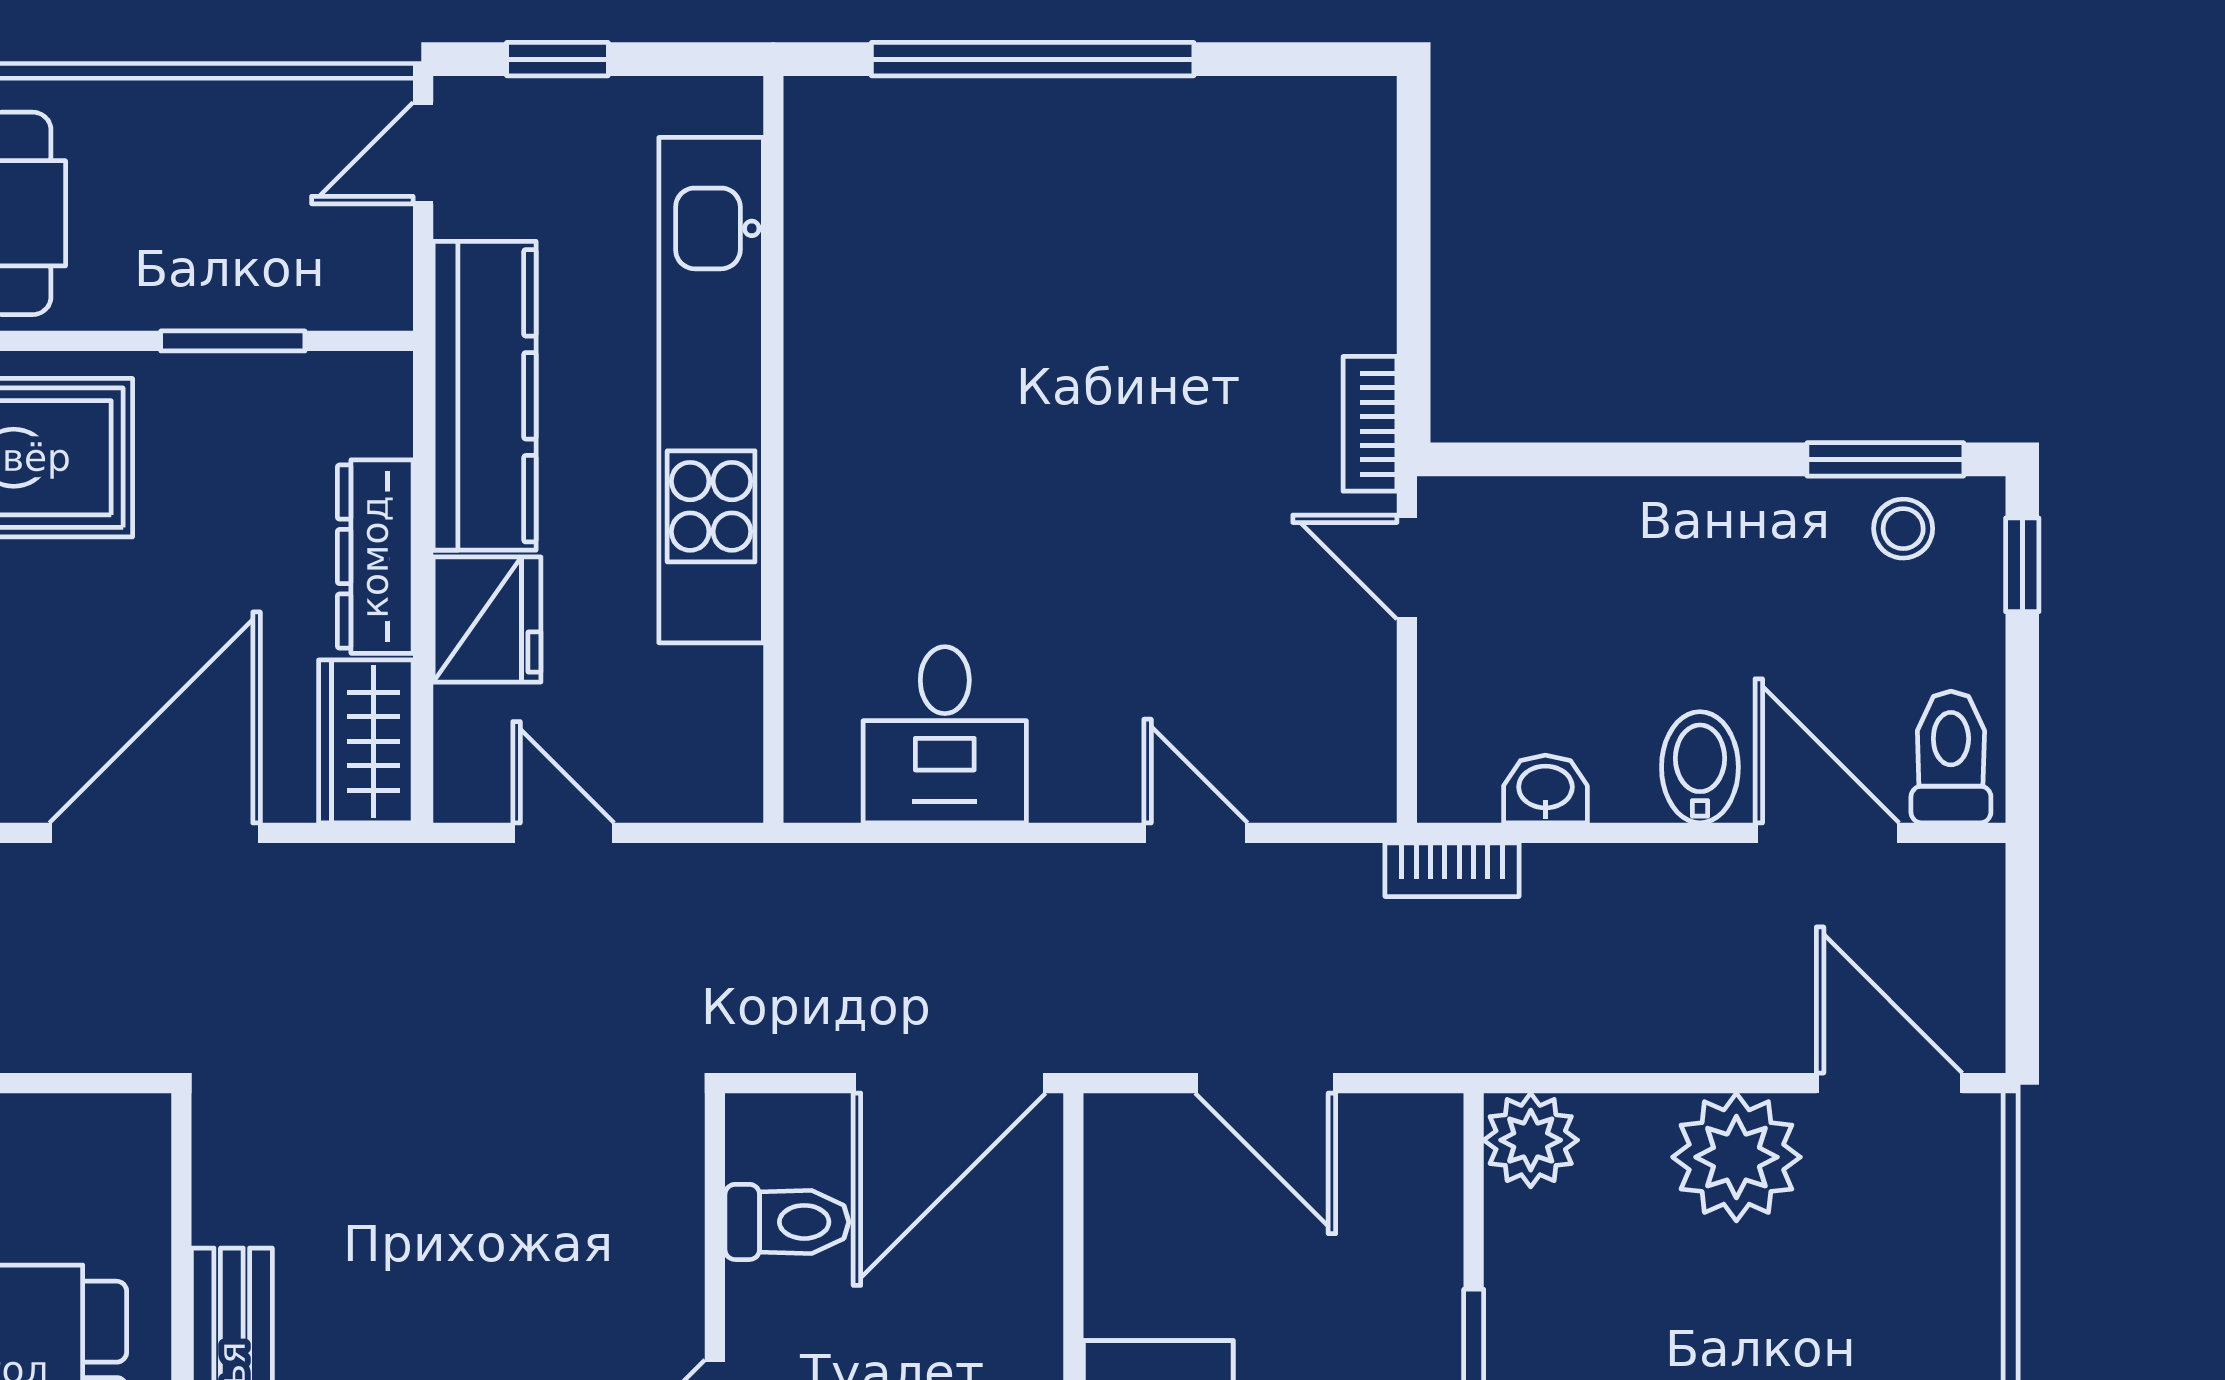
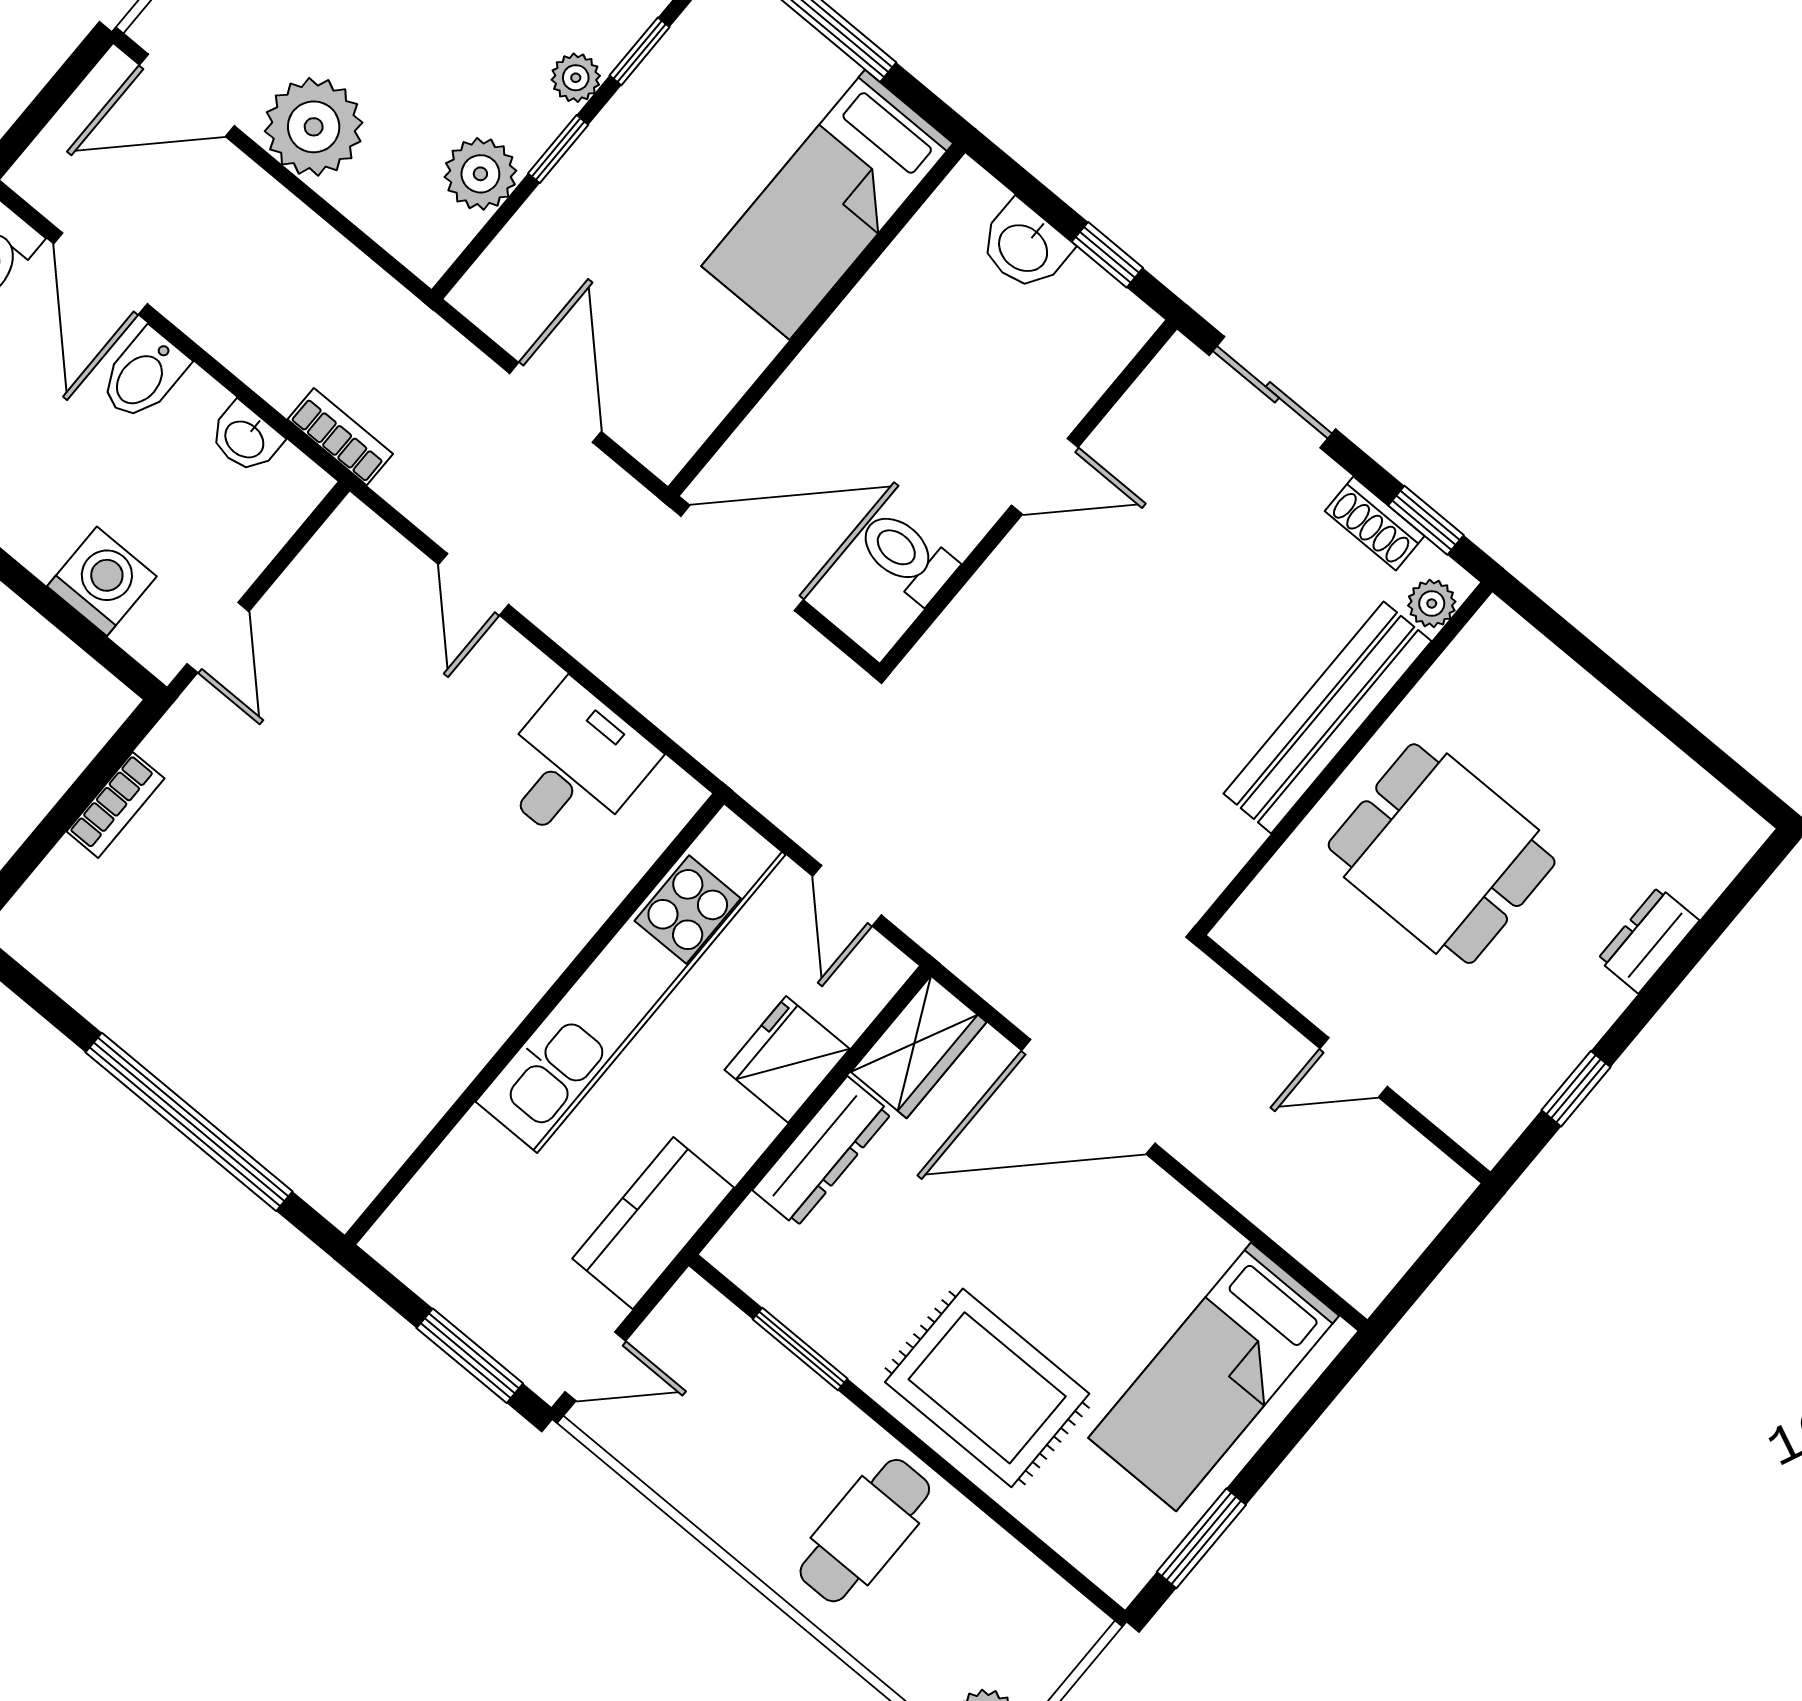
window: (557, 59) -> (470, 1356), width x1.50
kitchen unit: (711, 390) -> (631, 978), moved
kitchen counter: (485, 396) -> (653, 1223), width x0.67
bookcase: (1370, 424) -> (115, 805), moved
washing machine: (1570, 527) -> (102, 581), added
door: (1889, 1083) -> (187, 95), hinge flipped
plant: (1531, 1140) -> (480, 174), moved

